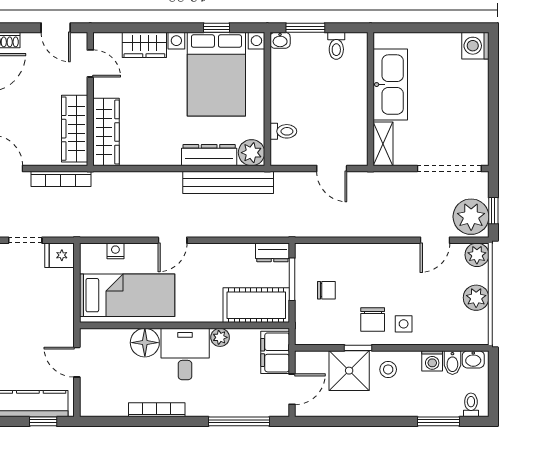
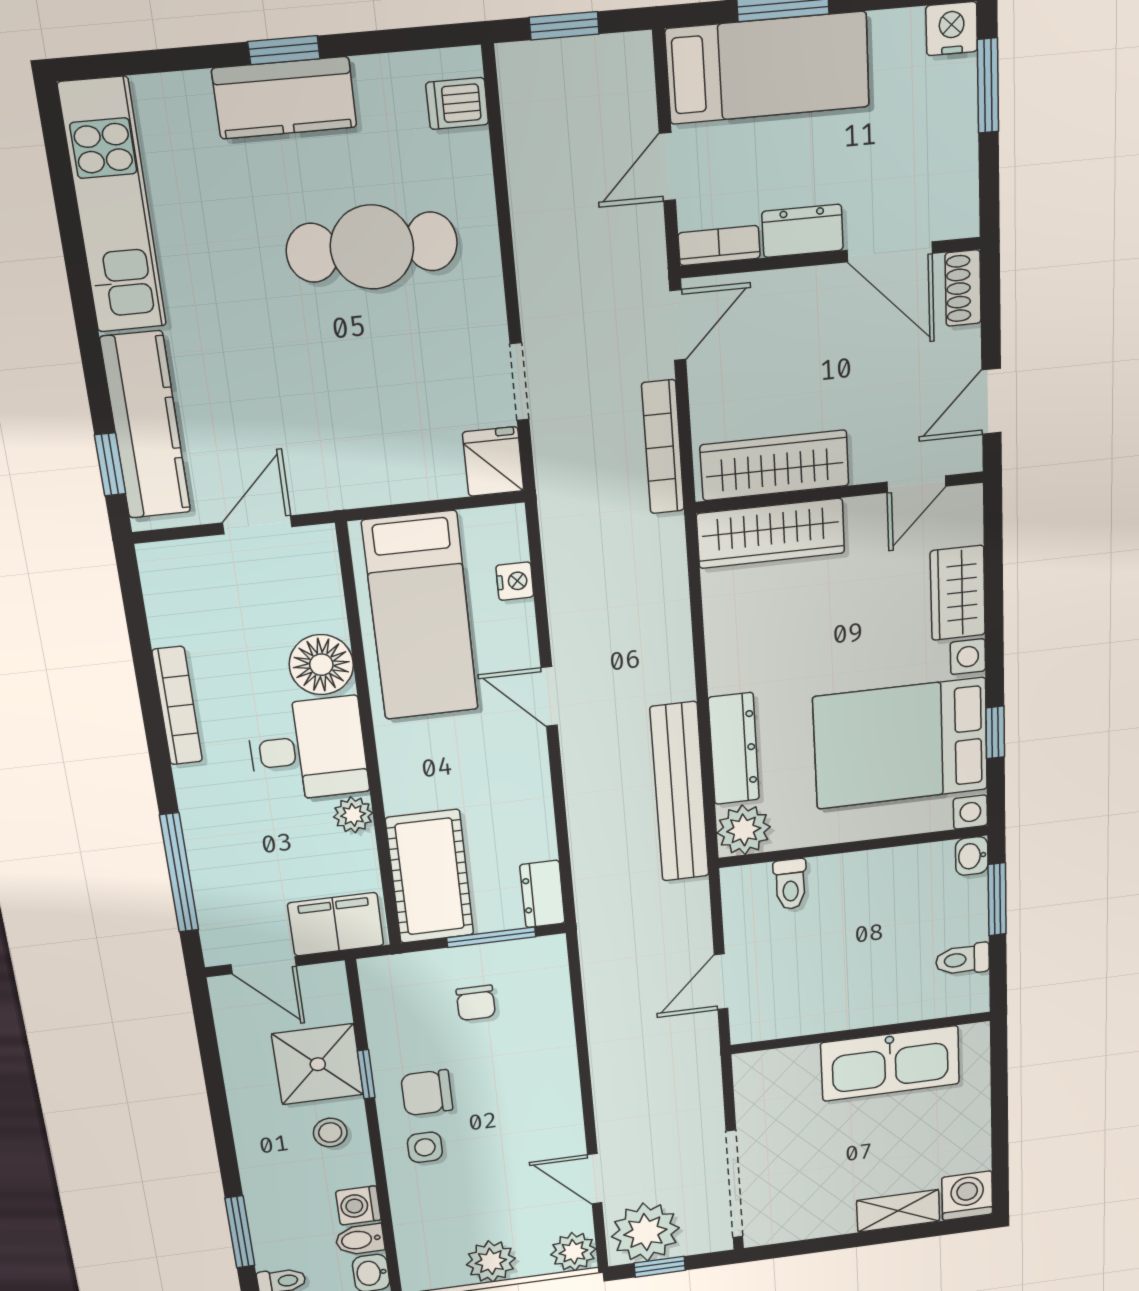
shelving: (383, 144) -> (898, 1211), moved

